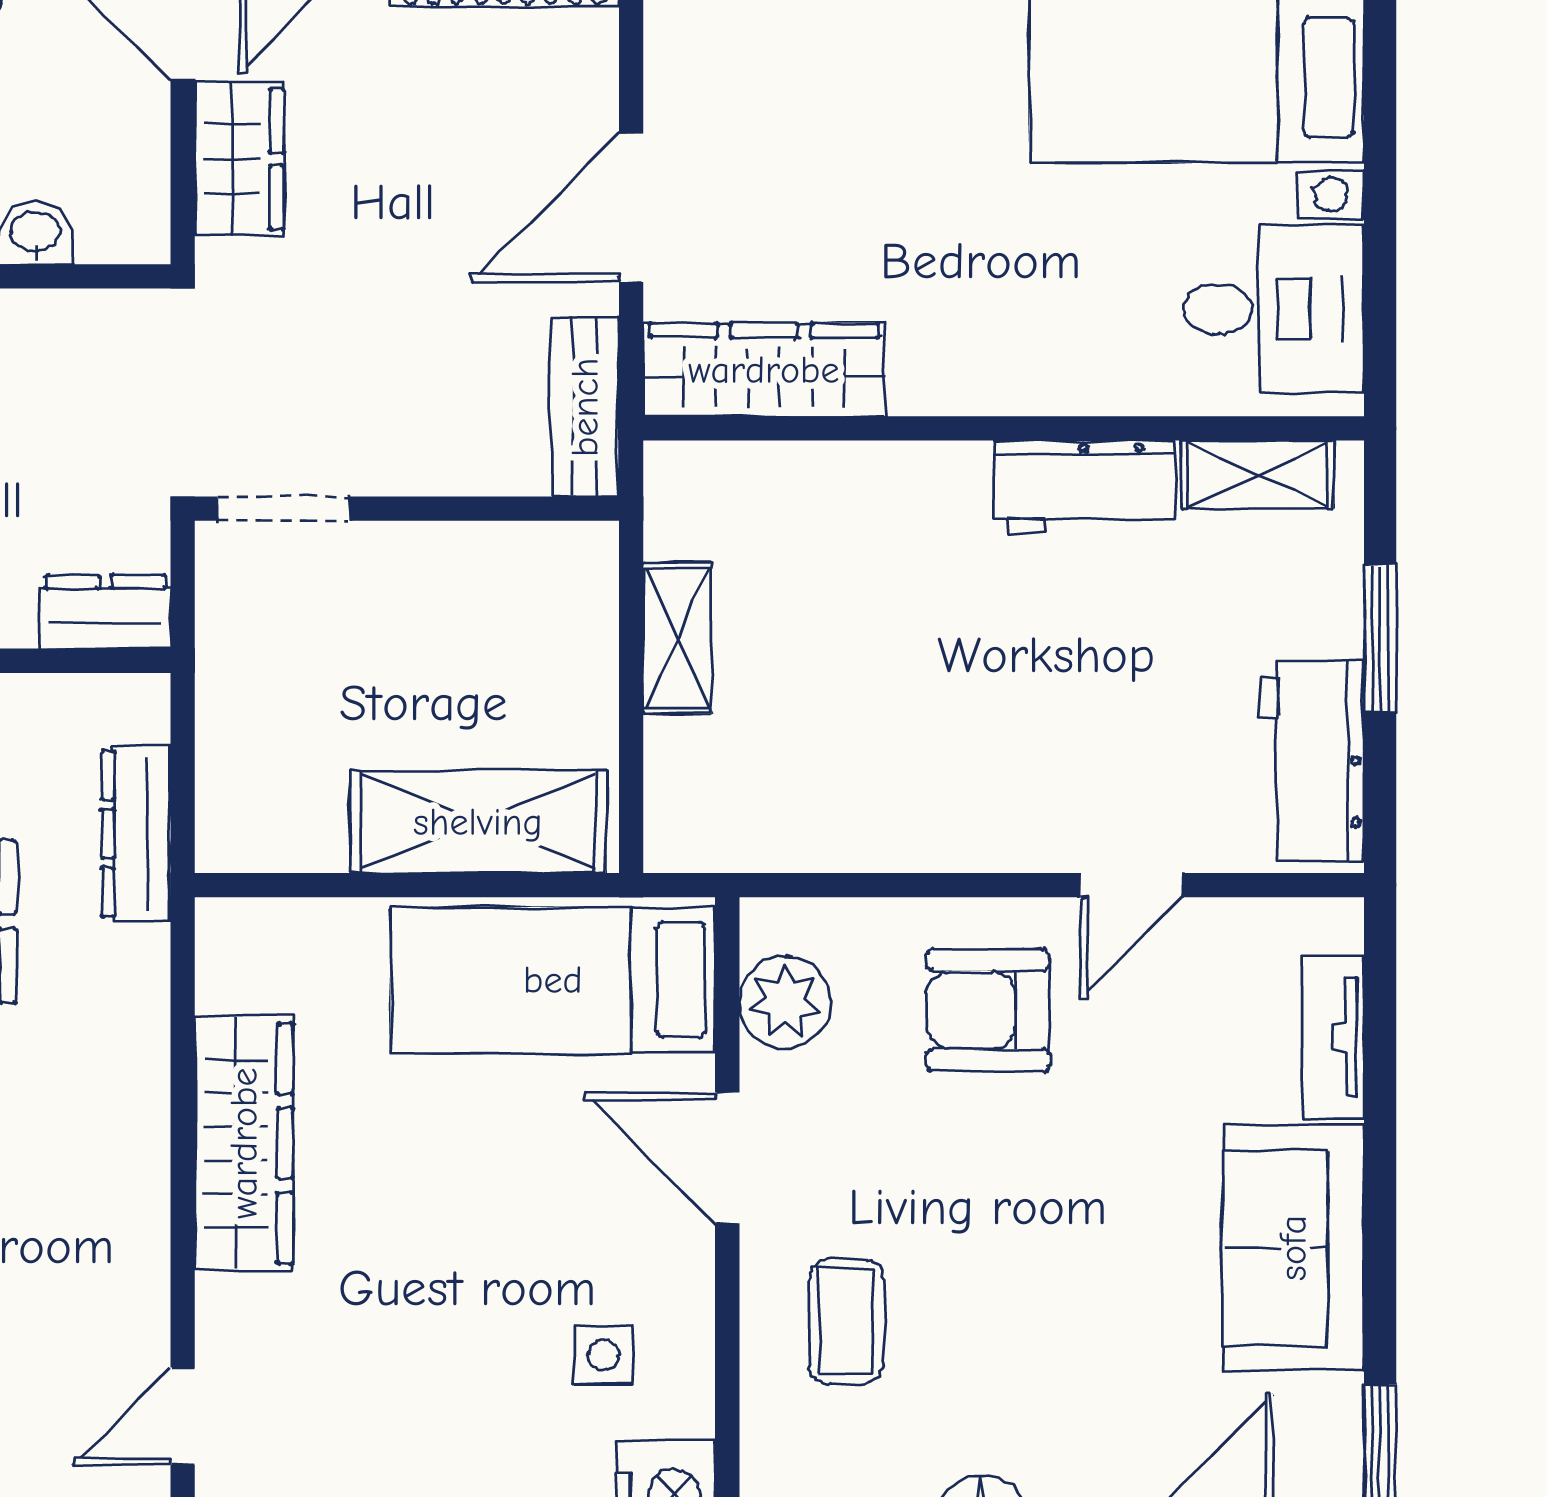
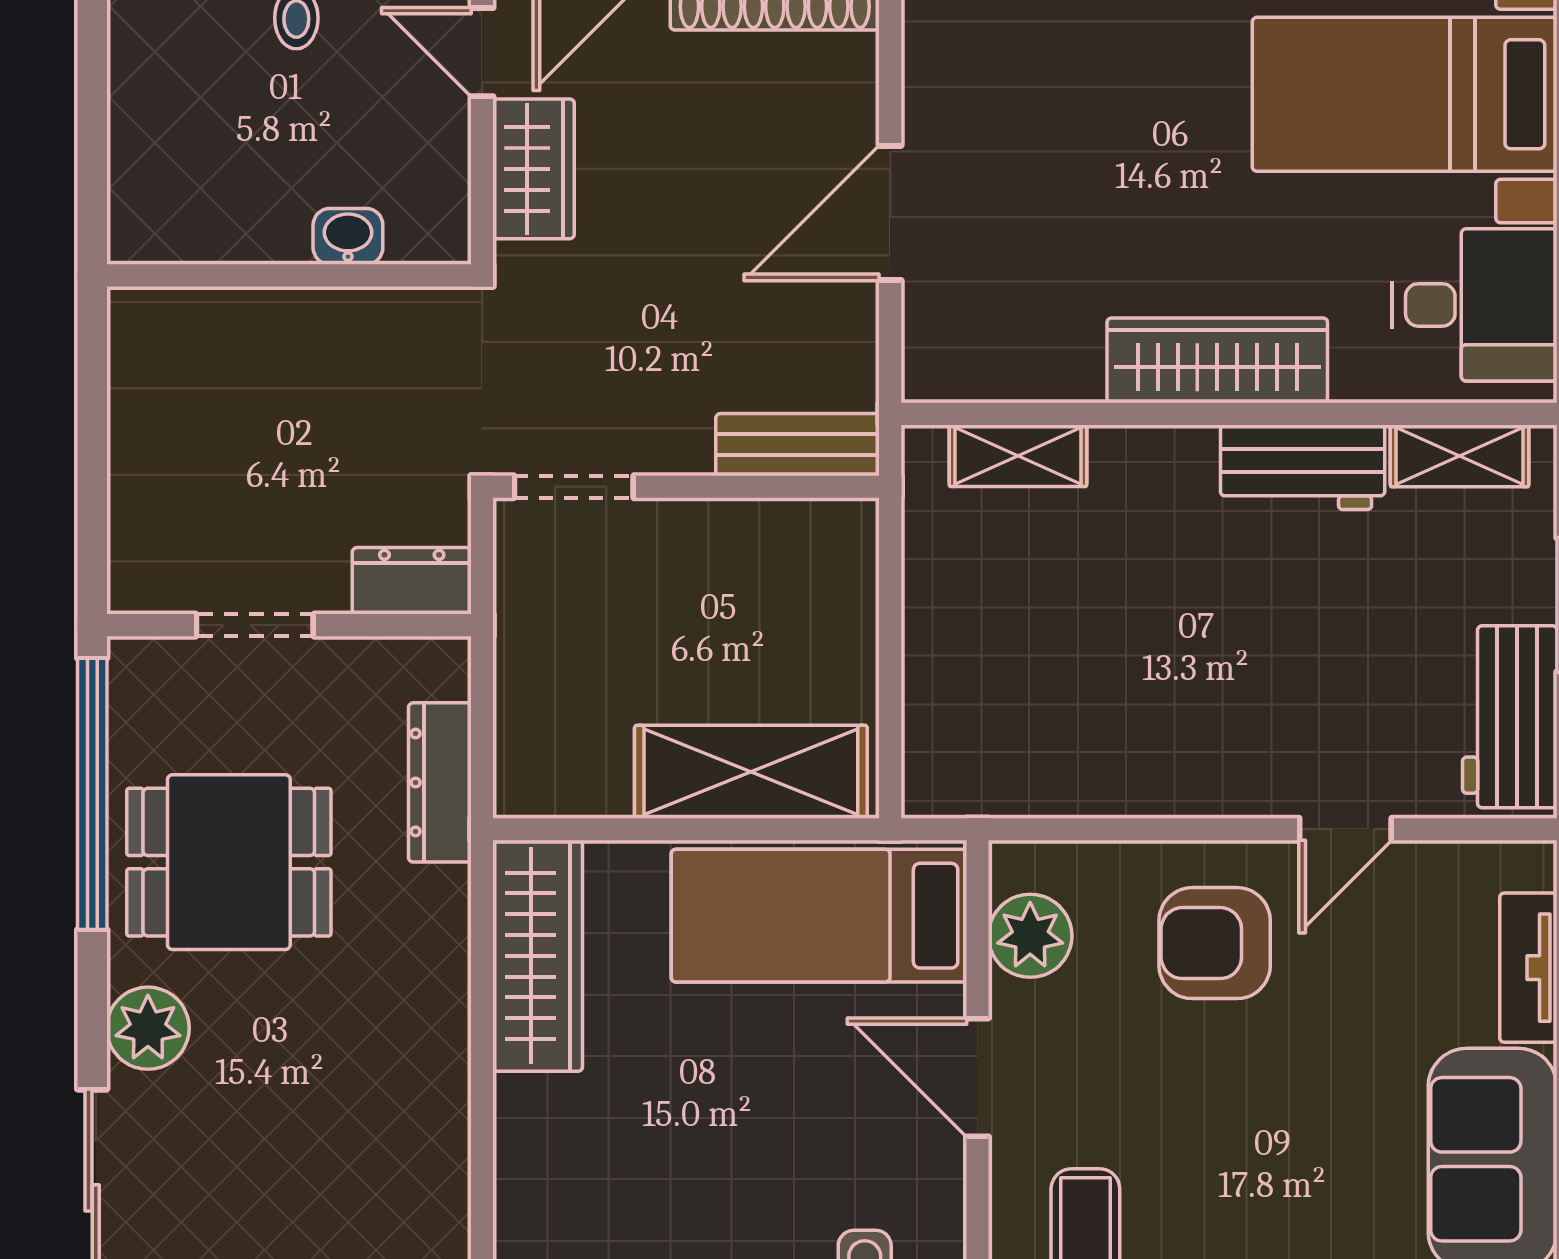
wardrobe: (764, 370) -> (1217, 360), moved
bench: (585, 407) -> (798, 445), moved, turned 90
shelving: (677, 638) -> (1018, 456), moved, turned 90
wardrobe: (244, 1143) -> (538, 956), moved

